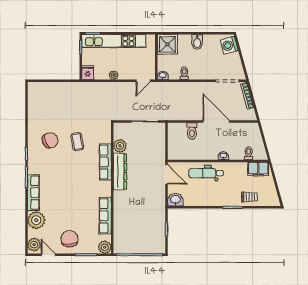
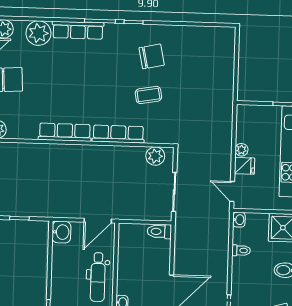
fridge: (88, 73) -> (245, 166), moved
toilet: (192, 131) -> (159, 231), moved
chair: (50, 140) -> (152, 56), turned -79
plant: (120, 146) -> (155, 156), moved
dresser: (120, 172) -> (104, 154), removed
dental chair: (206, 173) -> (98, 277), turned 180
row of seats: (105, 216) -> (65, 132), moved

